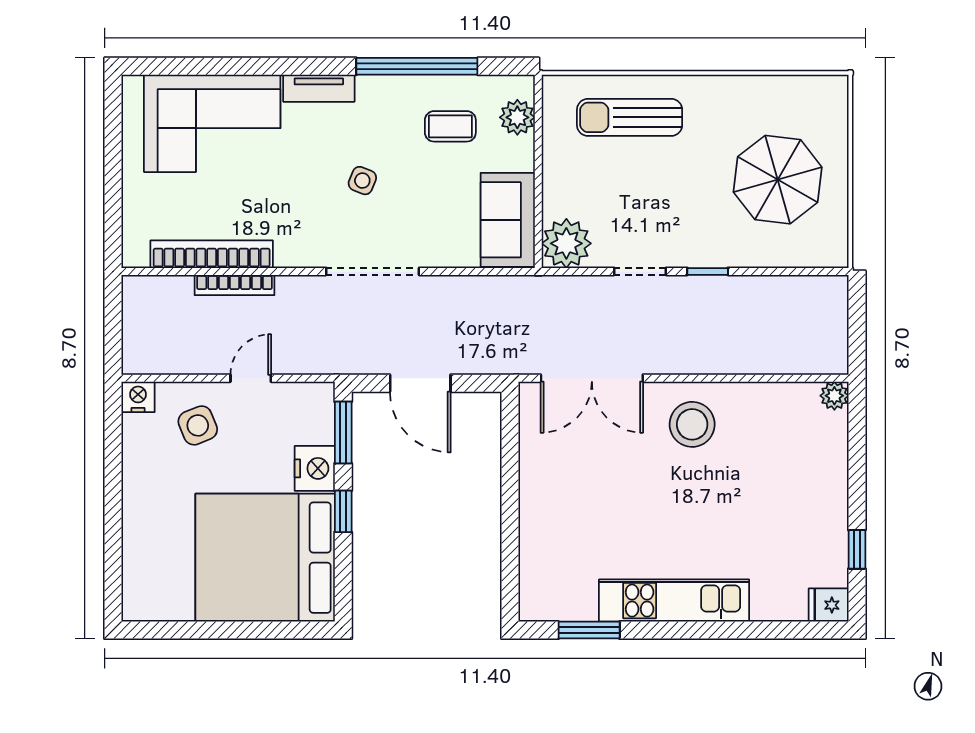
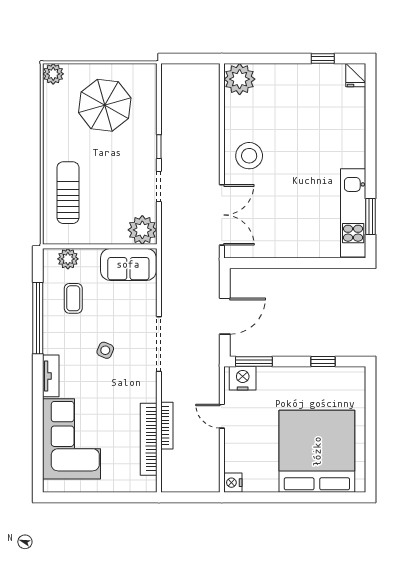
plant: (831, 92) -> (53, 74), added
sun lounger: (630, 117) -> (68, 193), turned 180
plant: (834, 396) -> (240, 79), width x1.87, depth x1.87
side table: (198, 425) -> (250, 447), removed
nightstand: (315, 468) -> (243, 378), moved
window: (343, 511) -> (323, 362), moved
bed: (265, 558) -> (317, 451), moved, turned 180
kitchen unit: (674, 601) -> (353, 213), moved

